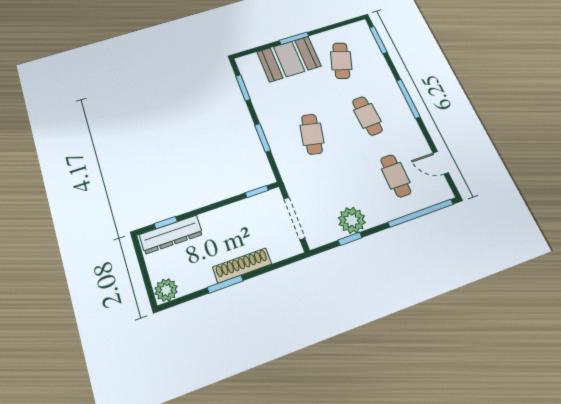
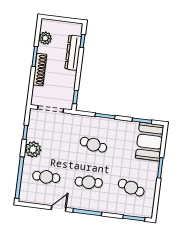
booth: (289, 59) -> (150, 142), moved
door: (441, 163) -> (59, 209), moved
plant: (352, 220) -> (33, 149), moved
dresser: (171, 235) -> (73, 53), moved
plant: (166, 290) -> (45, 38), moved

